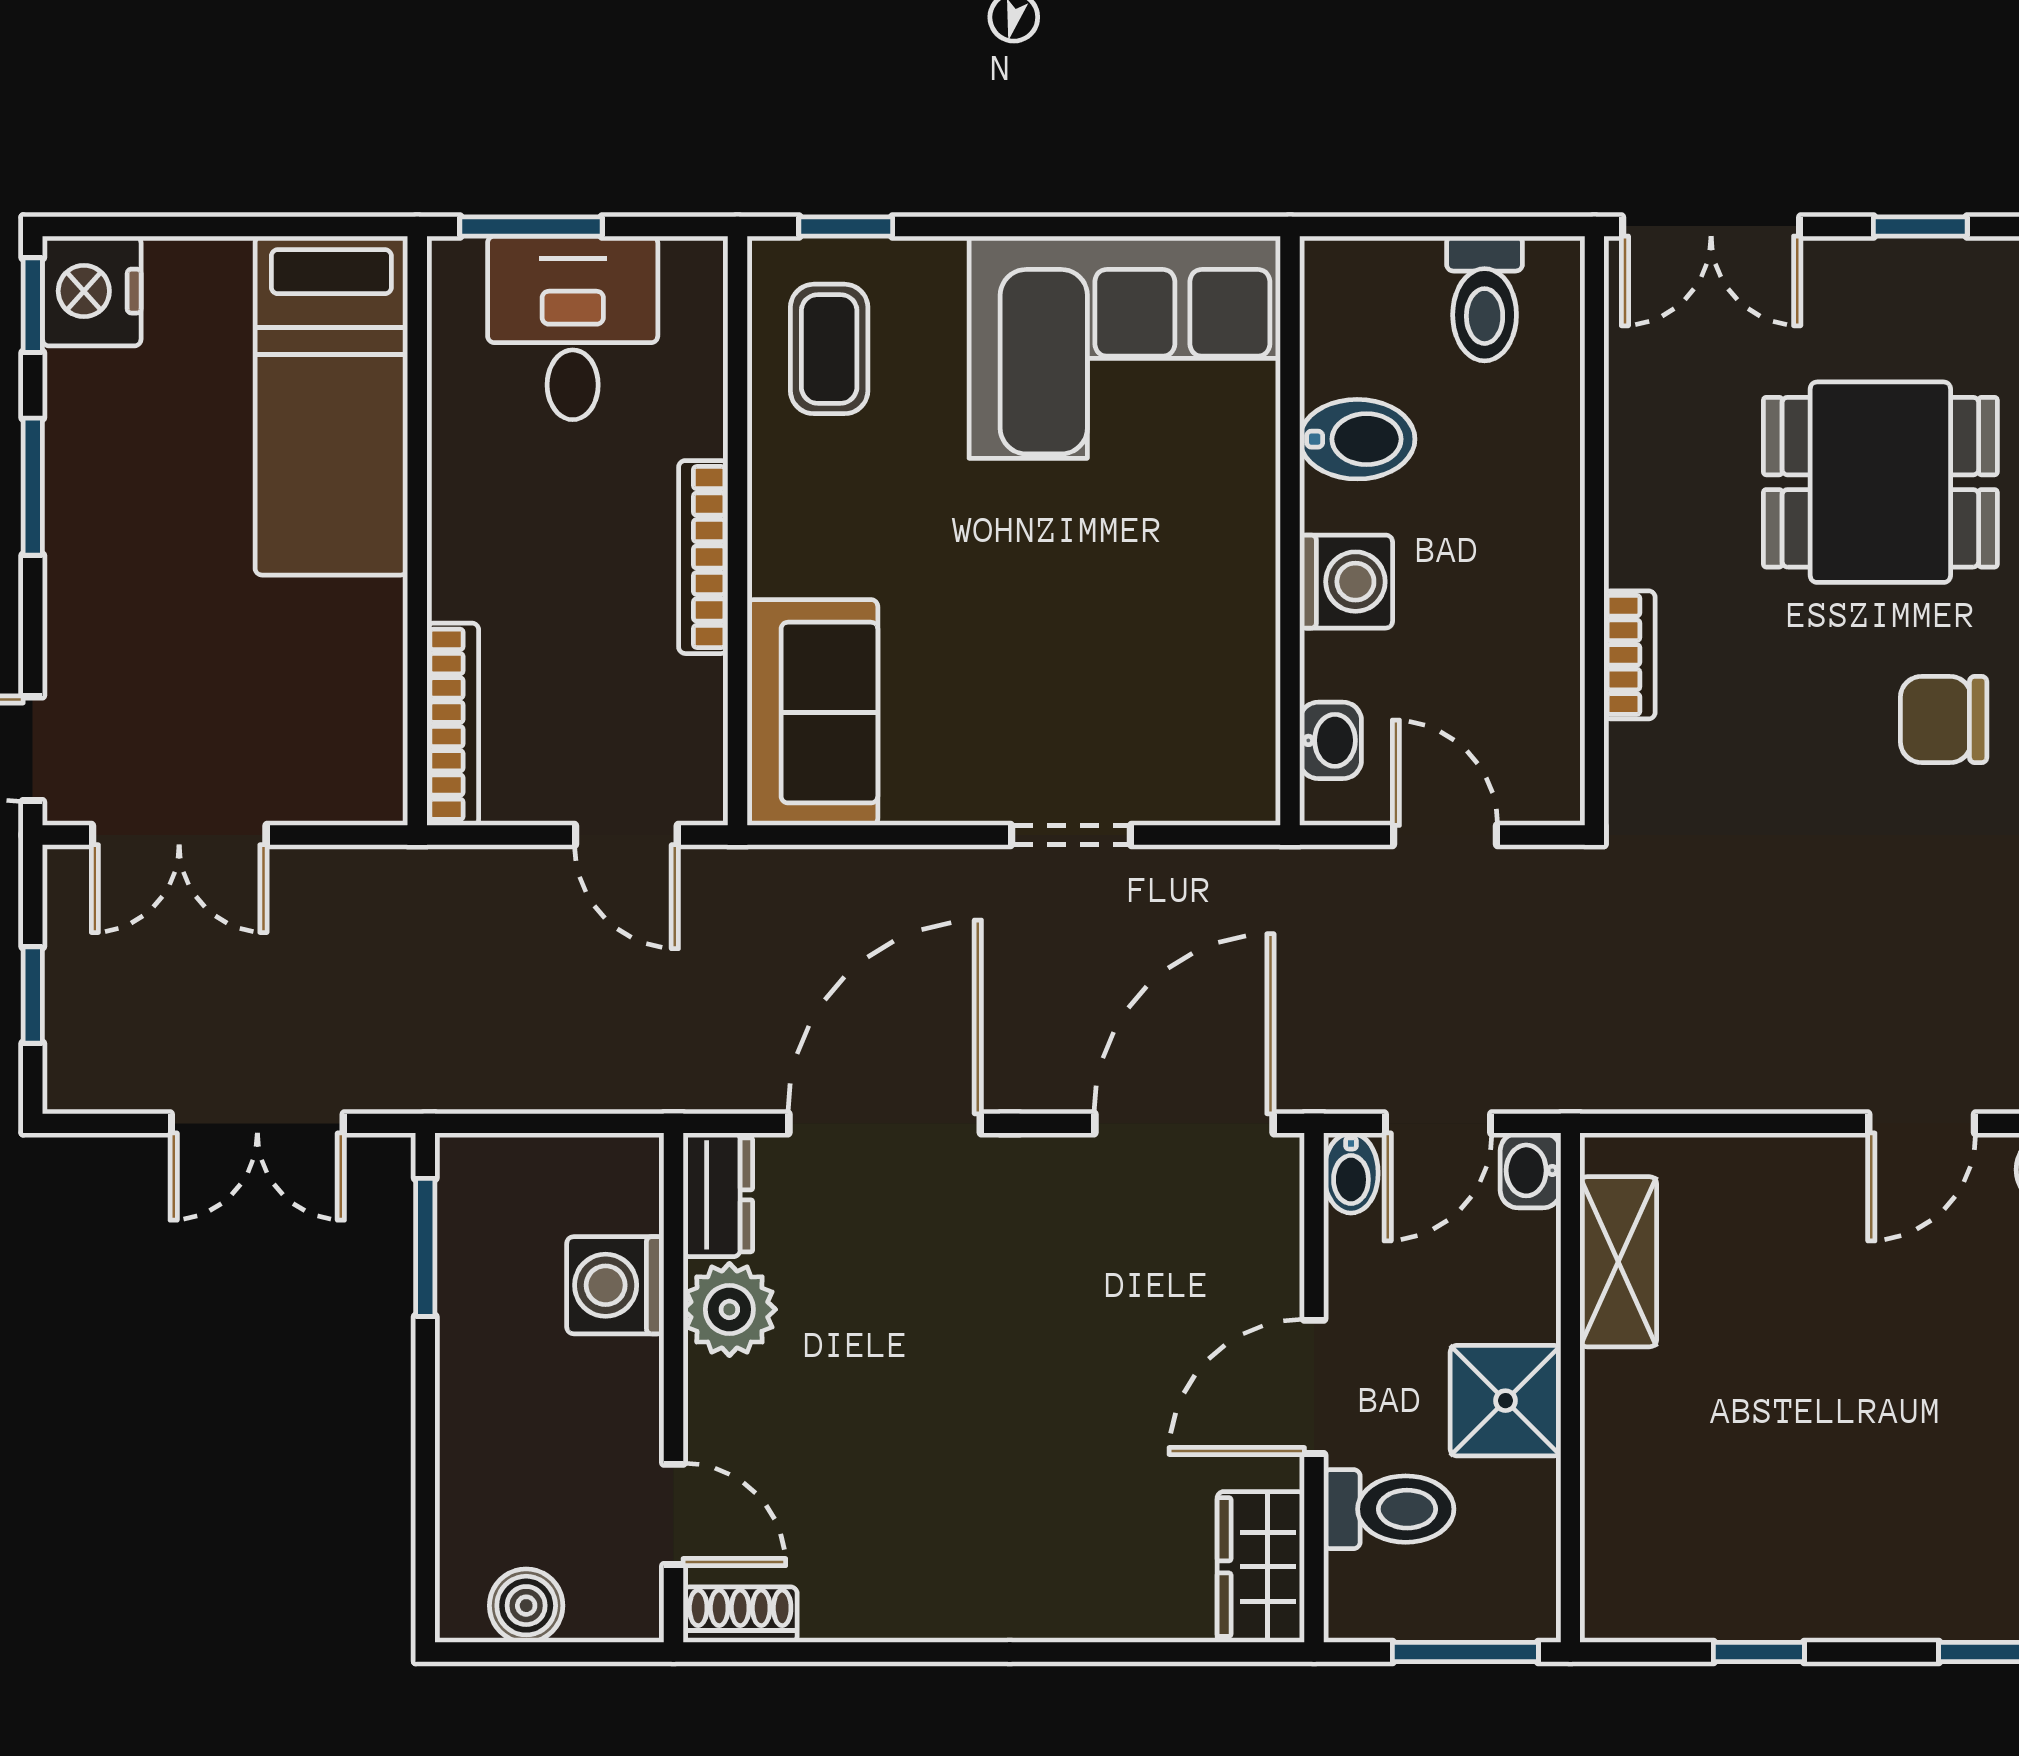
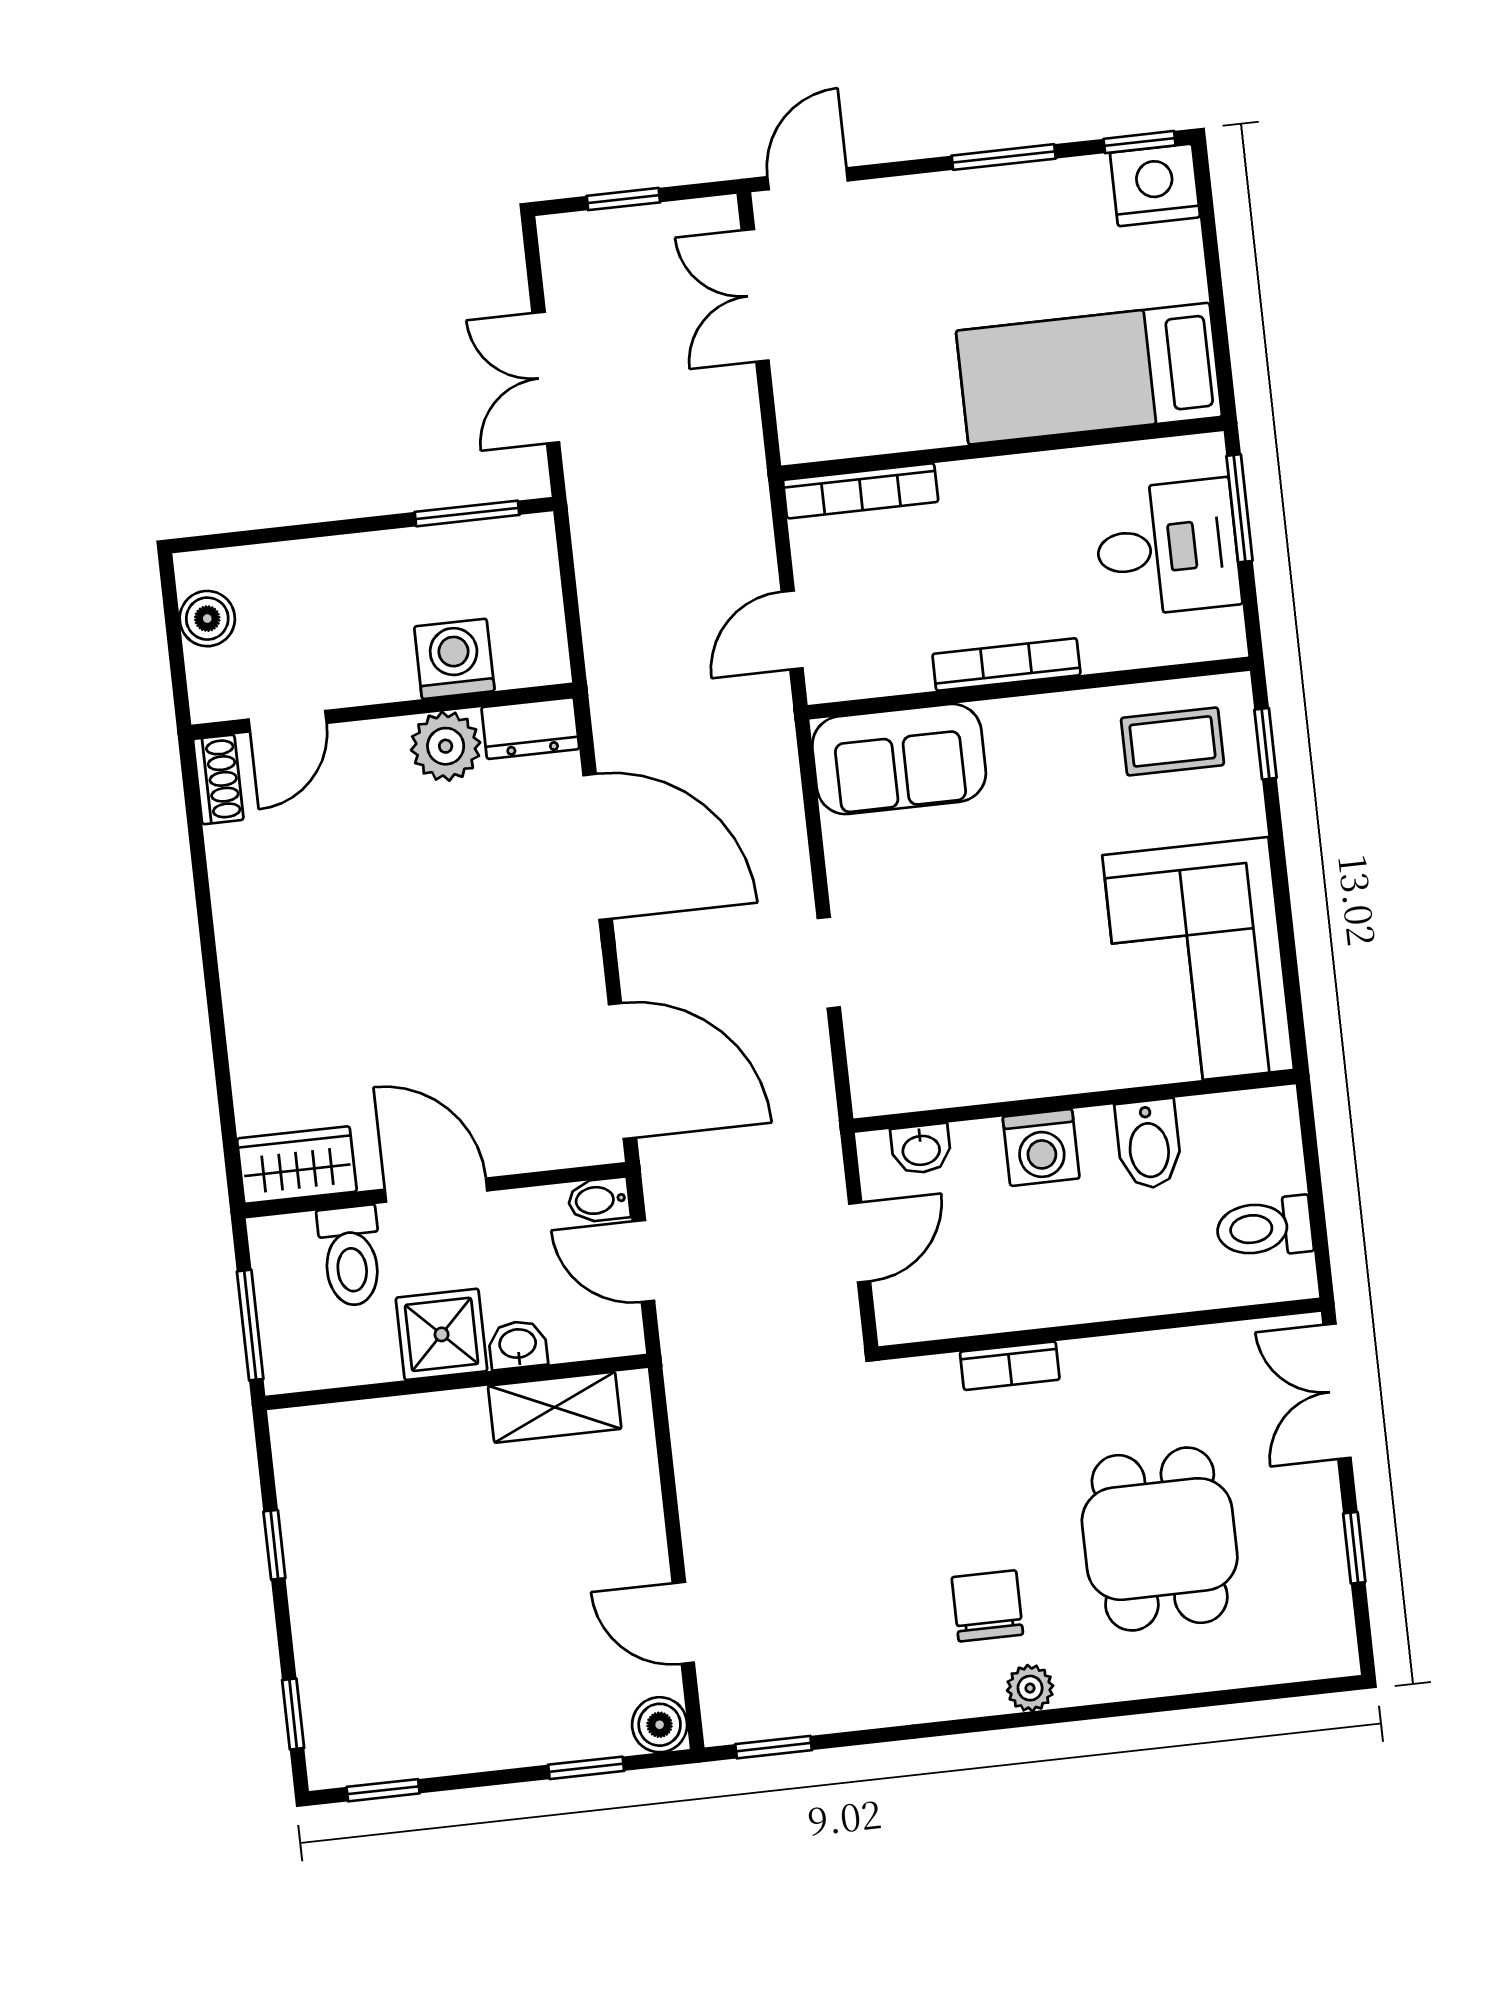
washbasin: (1530, 1170) -> (518, 1345), moved

